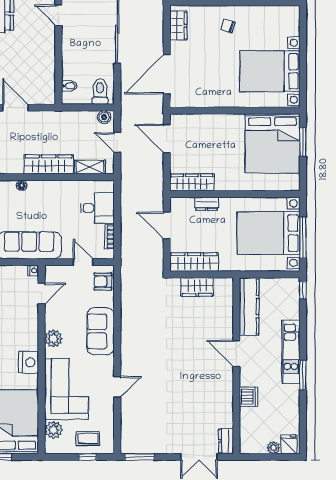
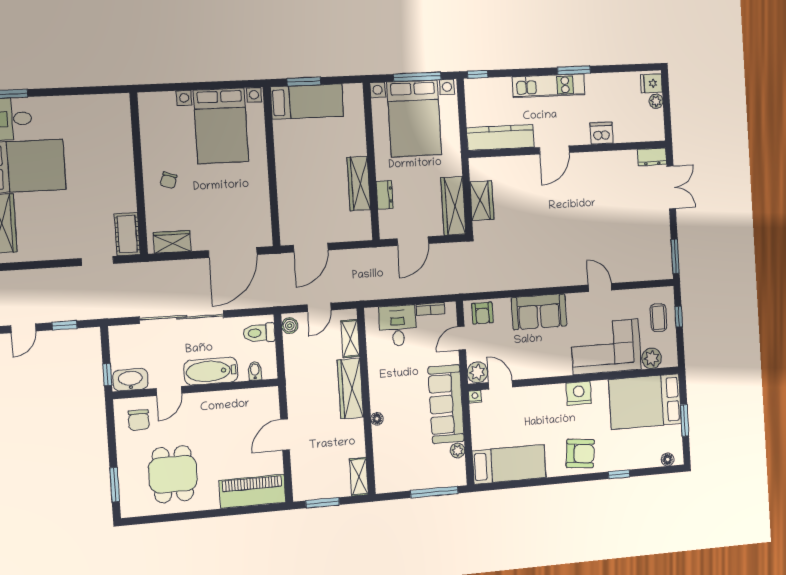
bathtub: (72, 50) -> (211, 371), added
door: (167, 74) -> (233, 253), hinge flipped
bed: (272, 143) -> (307, 102), width x0.49
wardrobe: (192, 182) -> (359, 183), moved
plant: (53, 339) -> (477, 372), moved

